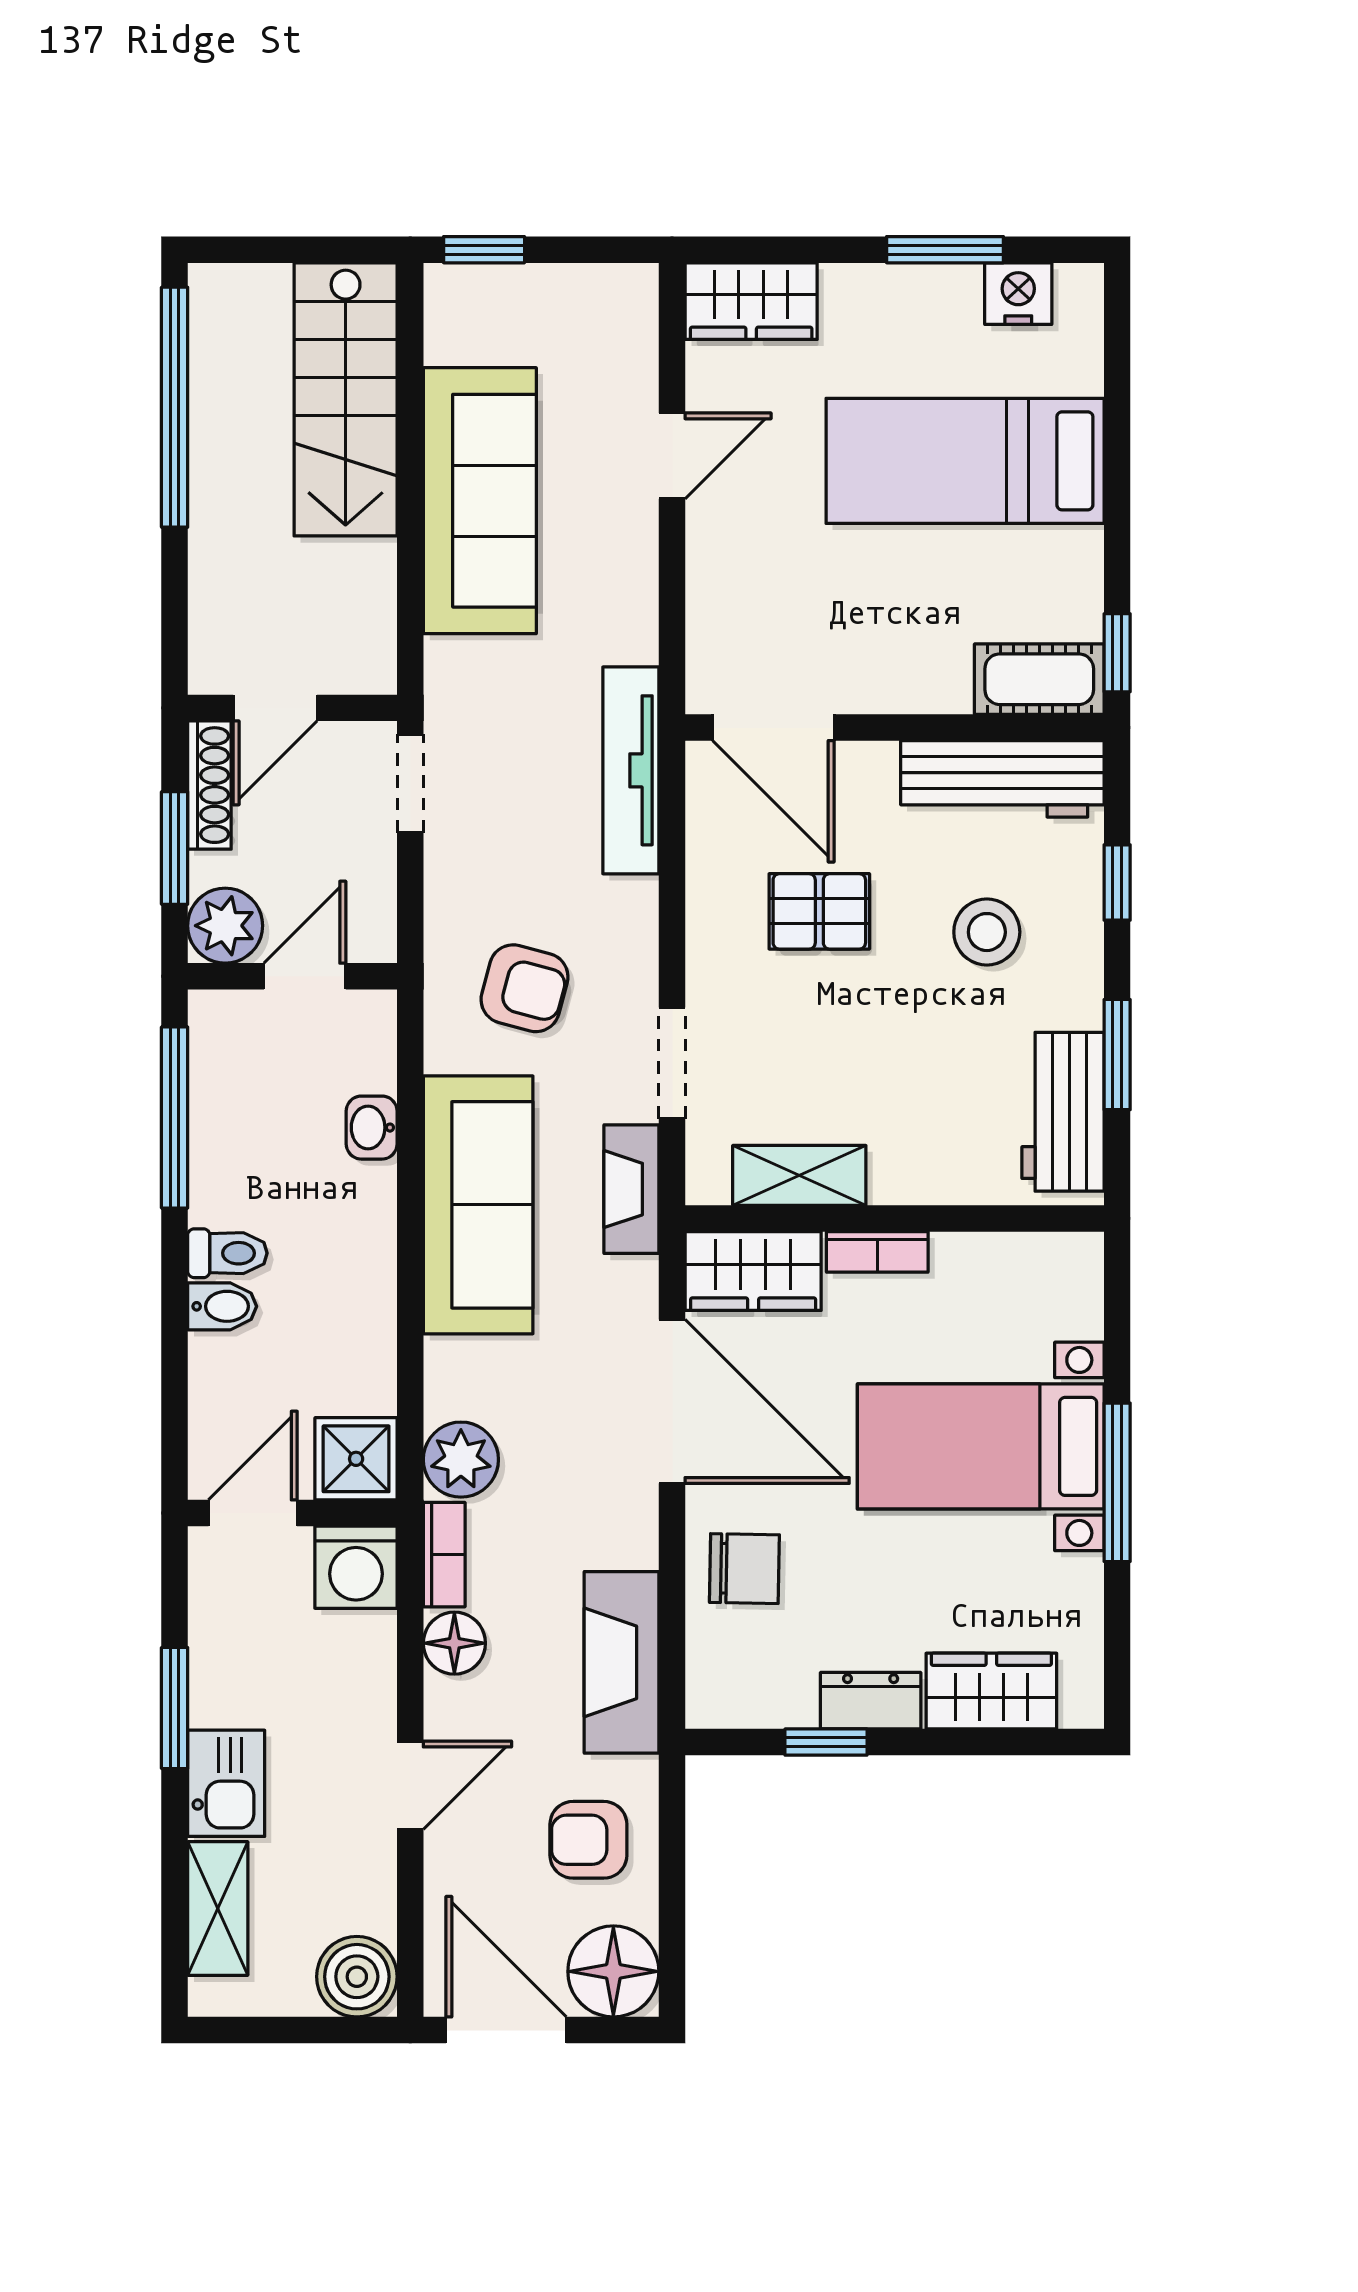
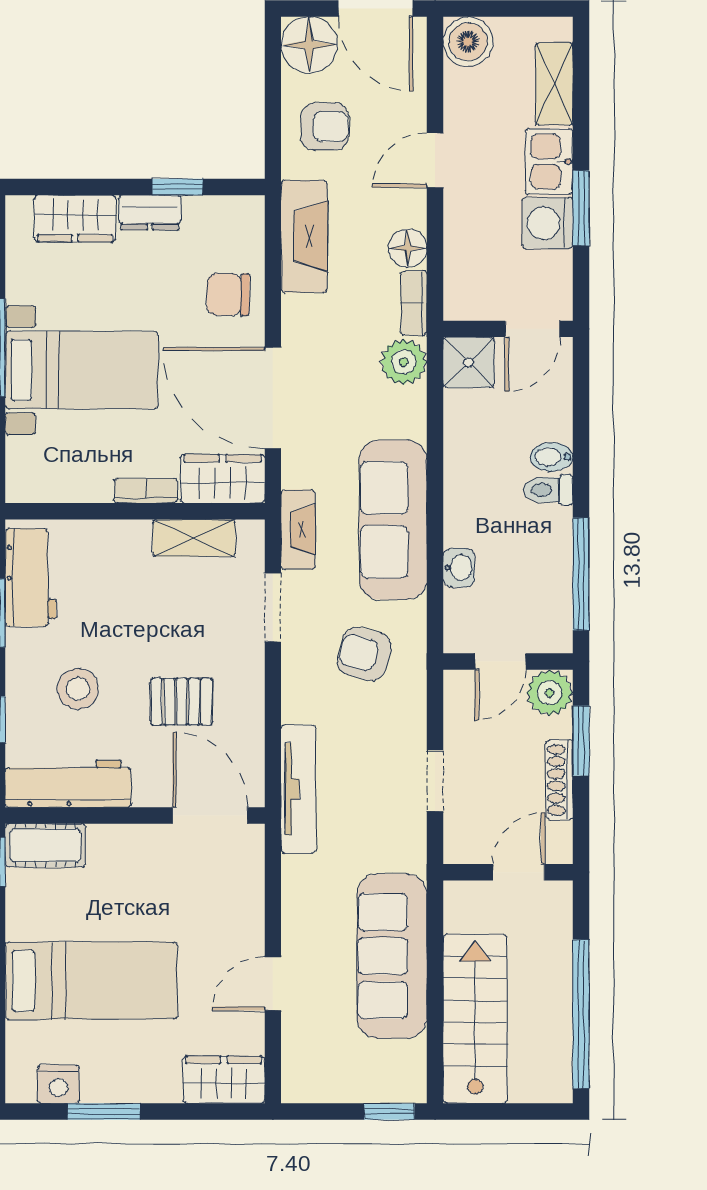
door: (275, 708) -> (519, 872), moved
wall: (292, 708) -> (508, 872), moved
washing machine: (356, 1567) -> (547, 223), moved, turned -90

